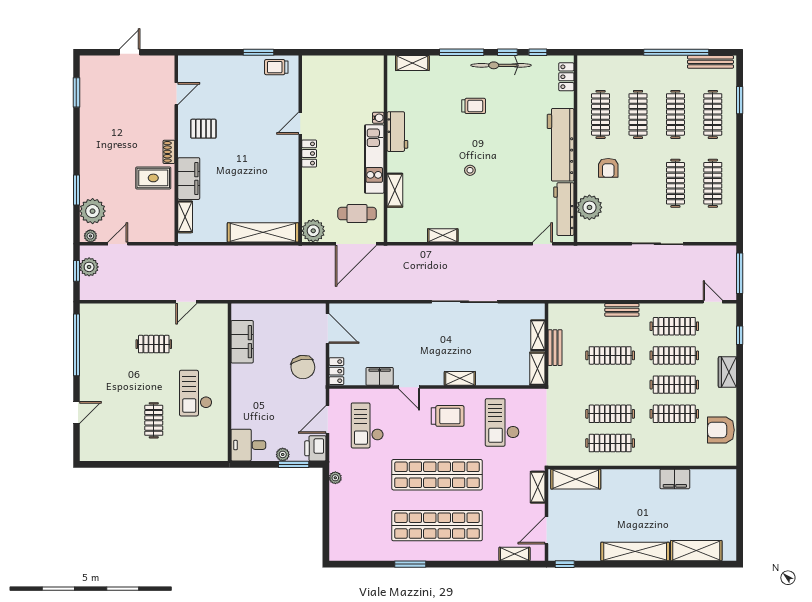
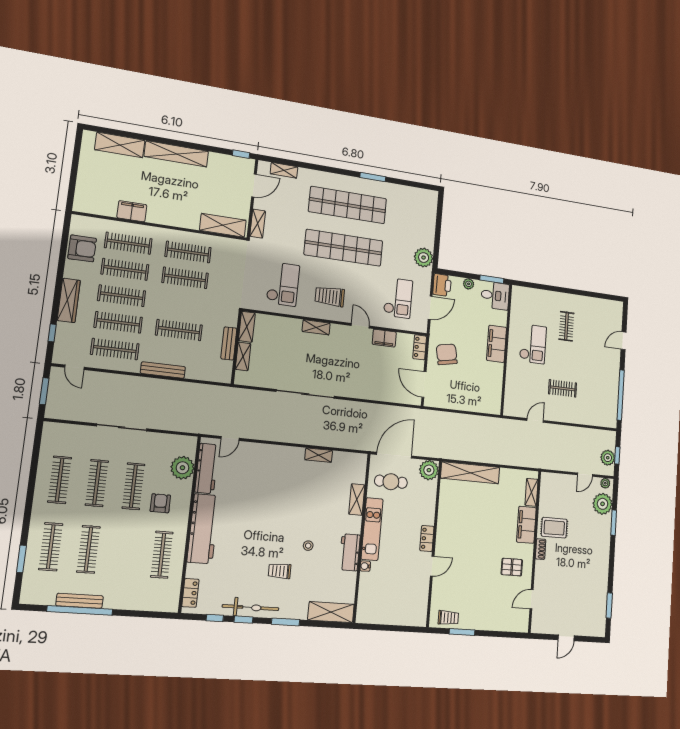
window: (462, 52) -> (286, 622), width x0.69
bench: (710, 62) -> (80, 601), moved
shelving: (412, 63) -> (331, 612), width x1.50, depth x1.33
clothes rail: (638, 114) -> (133, 486), moved
stool: (470, 170) -> (308, 546), moved
window: (740, 273) -> (44, 391), width x0.69
bench: (622, 310) -> (163, 370), width x1.36
filing cabinet: (242, 342) -> (497, 344), moved
wardrobe: (727, 372) -> (69, 300), width x1.50
clothes rail: (674, 443) -> (128, 243), added
window: (294, 464) -> (492, 279), moved
plant: (335, 478) -> (424, 258), width x1.87, depth x1.87

